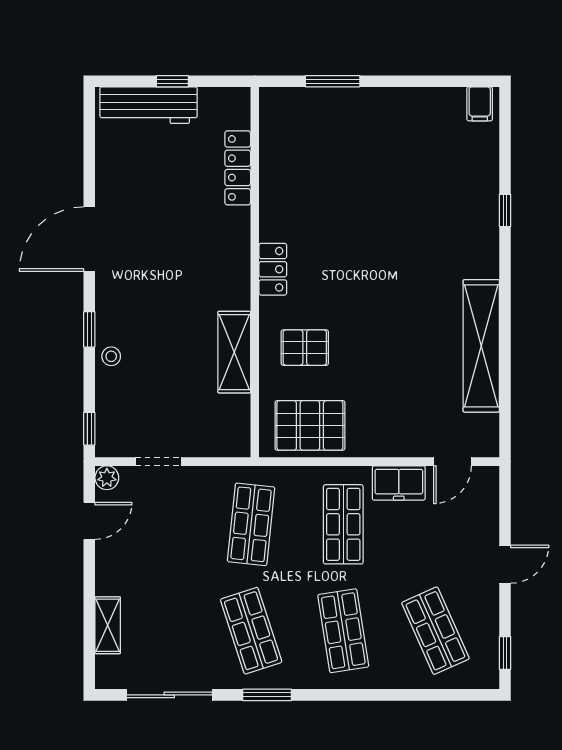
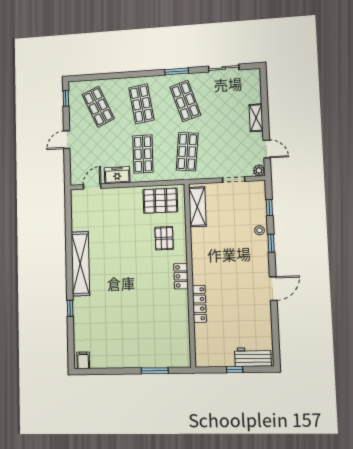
workbench: (149, 105) -> (253, 357), width x0.73
locker: (238, 168) -> (199, 304), moved
door: (89, 239) -> (273, 289), width x0.73
shelving: (481, 346) -> (80, 264), moved
pallet: (305, 348) -> (164, 238), turned 90
shelving: (234, 352) -> (197, 207), moved
window: (89, 429) -> (269, 207), moved
door: (89, 521) -> (267, 149), swing flipped
shelving: (108, 625) -> (256, 118), moved
sliding door: (169, 695) -> (224, 68), width x0.73

